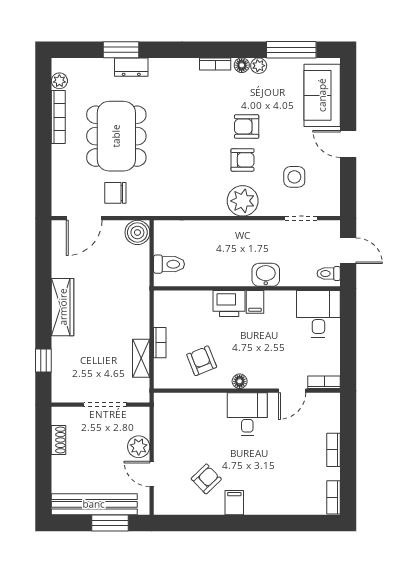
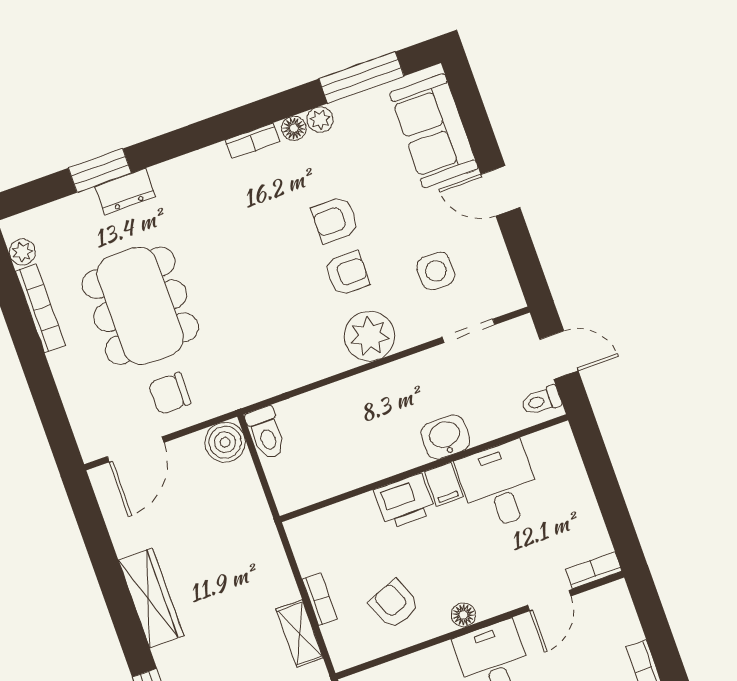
toilet: (169, 264) -> (266, 433), moved, turned 90
desk: (318, 314) -> (499, 485), moved

